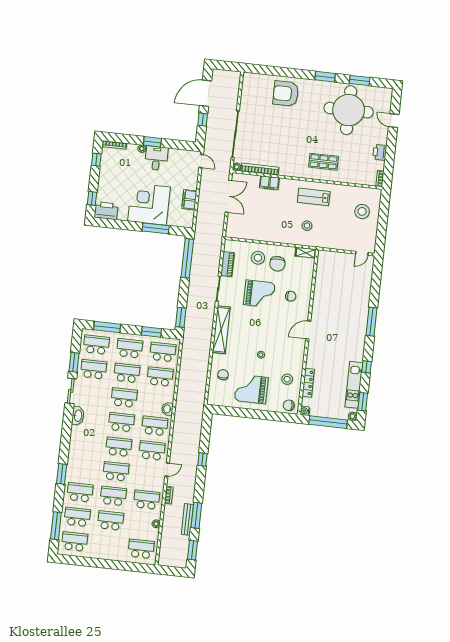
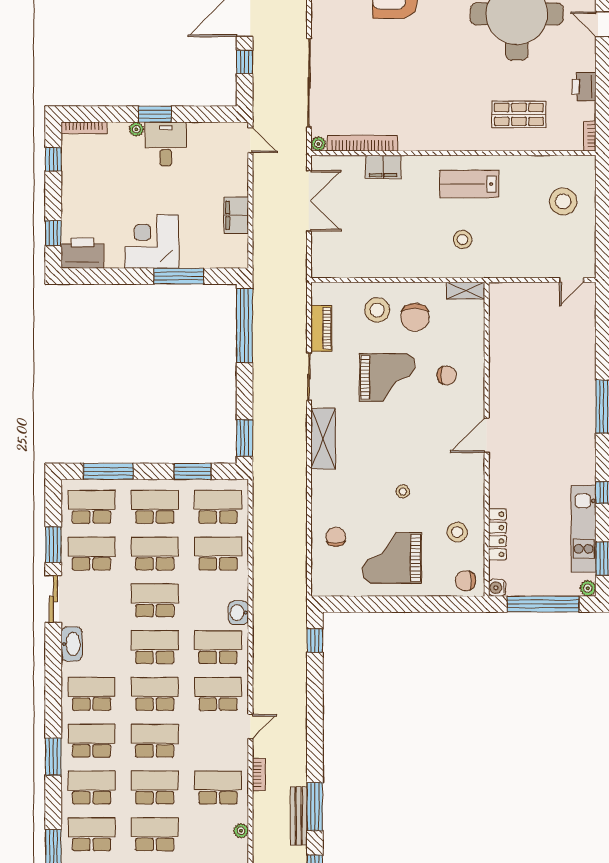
shop shelf: (324, 162) -> (519, 114), moved
corner desk: (149, 204) -> (152, 241), width x0.74, depth x0.74
shelving: (221, 330) -> (323, 439), width x0.68
school desk: (85, 443) -> (92, 694), added
window: (202, 460) -> (315, 641), moved
school desk: (83, 468) -> (92, 741), added

